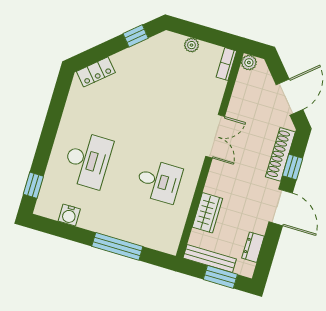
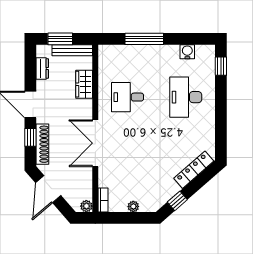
locker: (96, 72) -> (194, 170), width x1.53
double door: (215, 136) -> (95, 143), width x1.37

